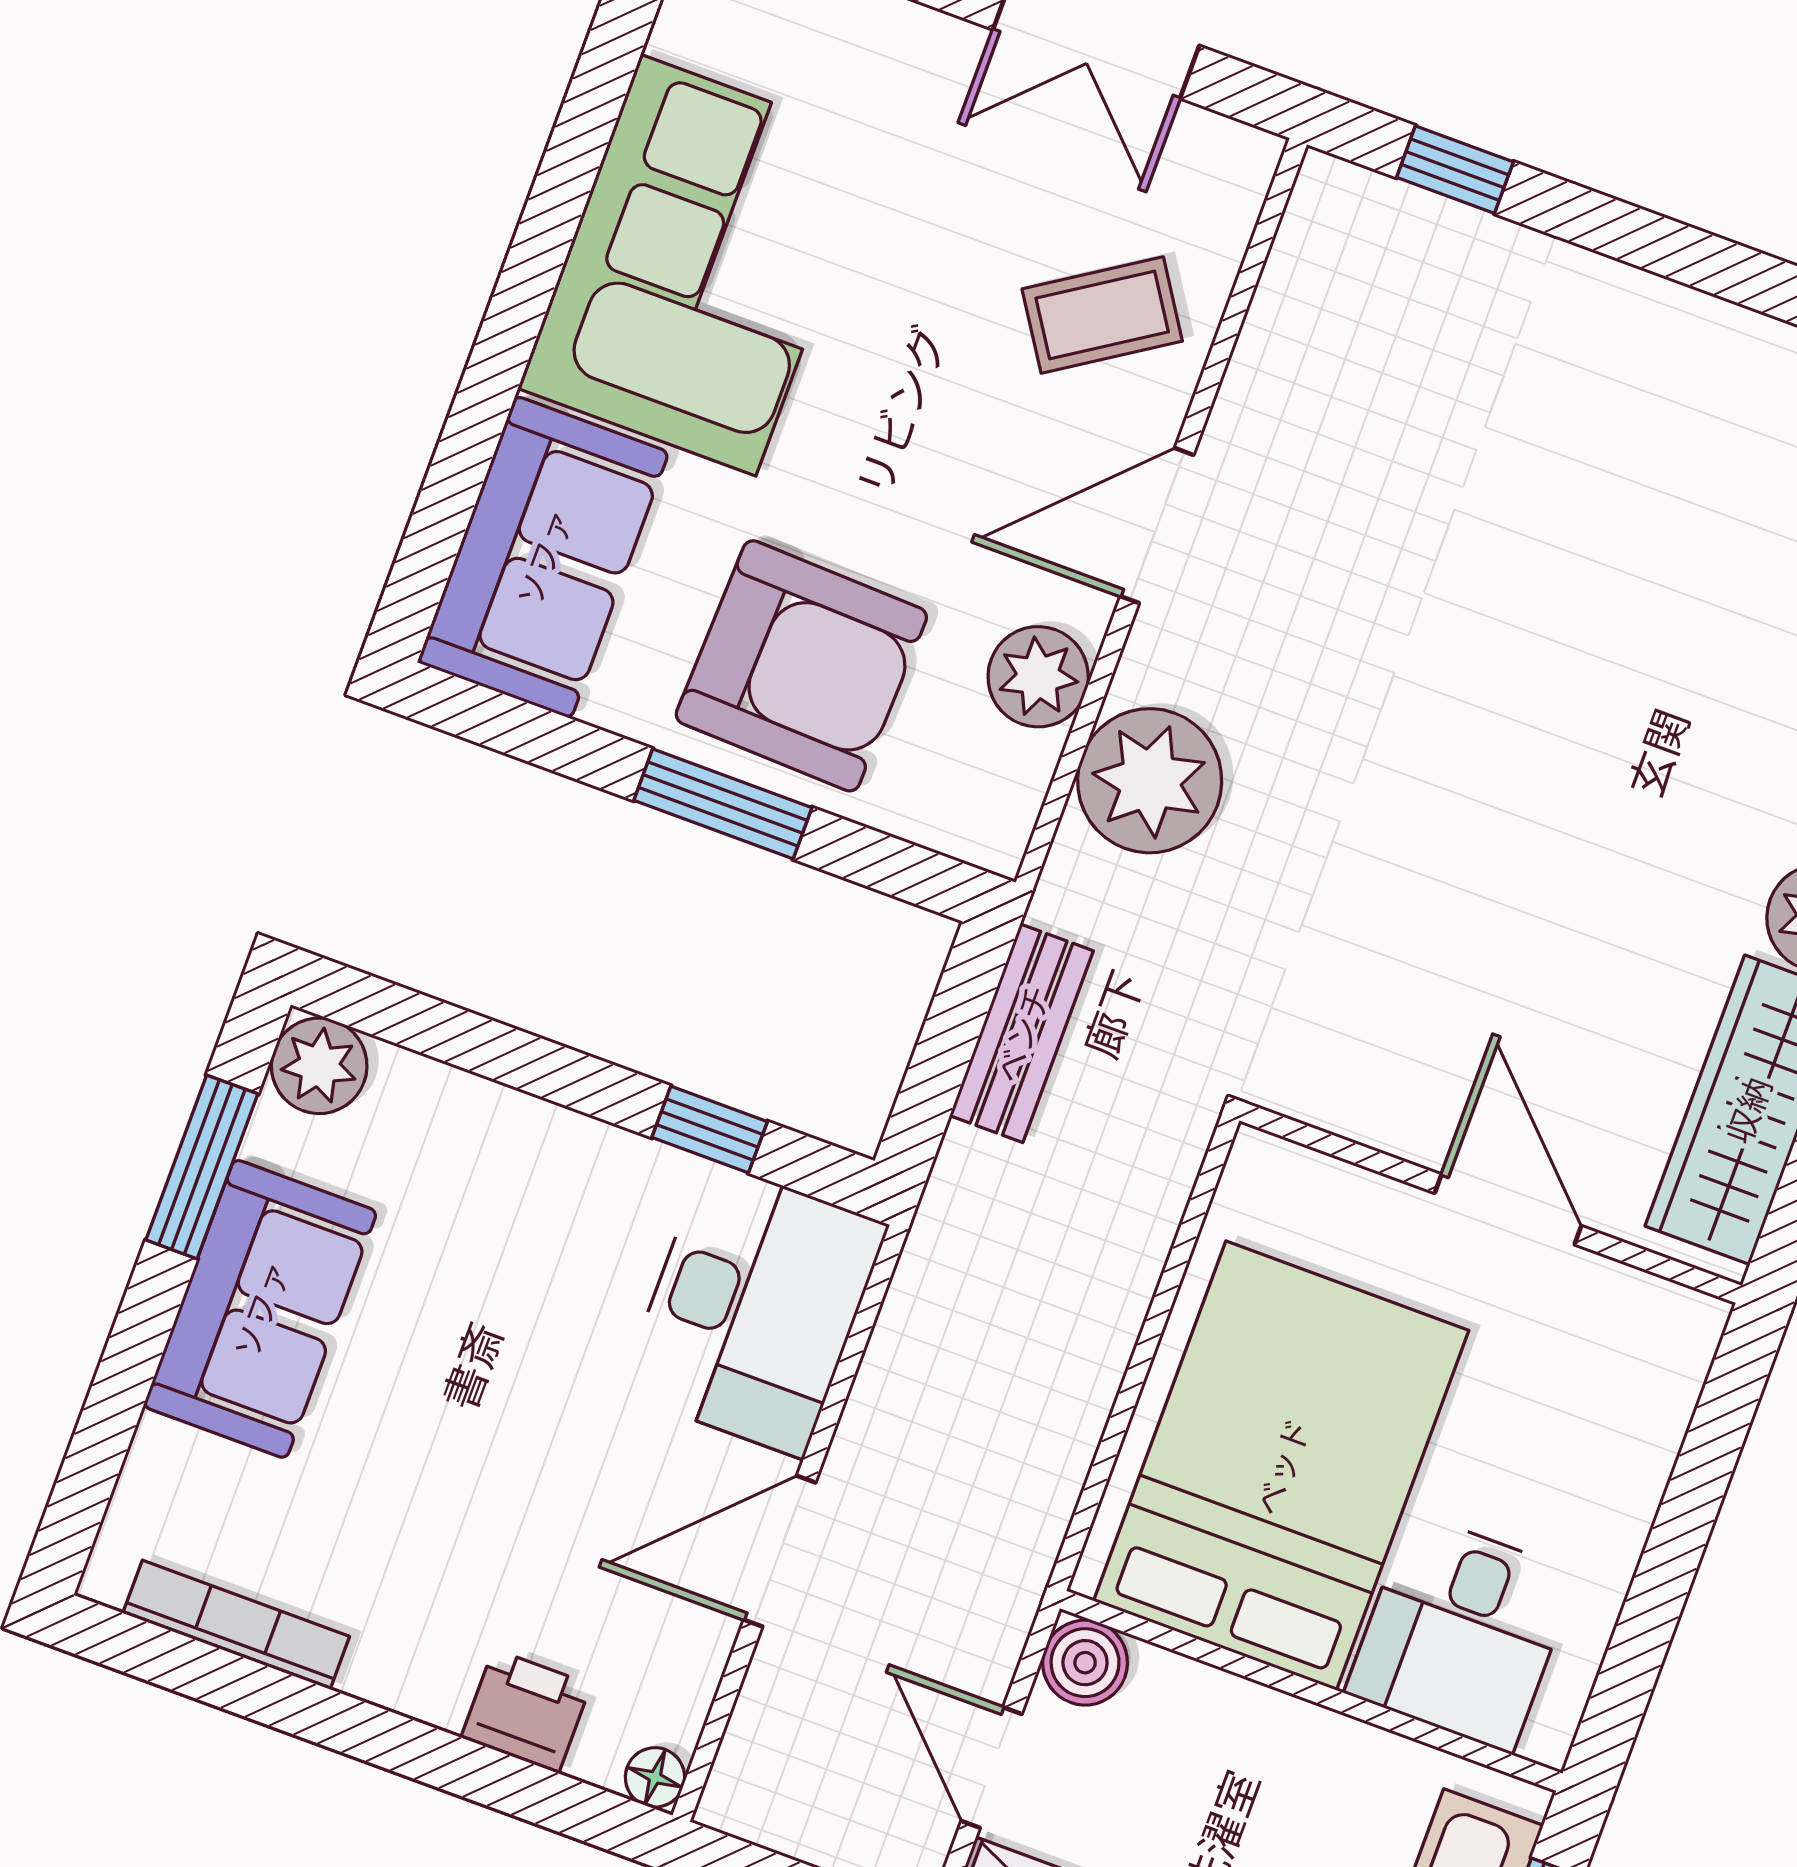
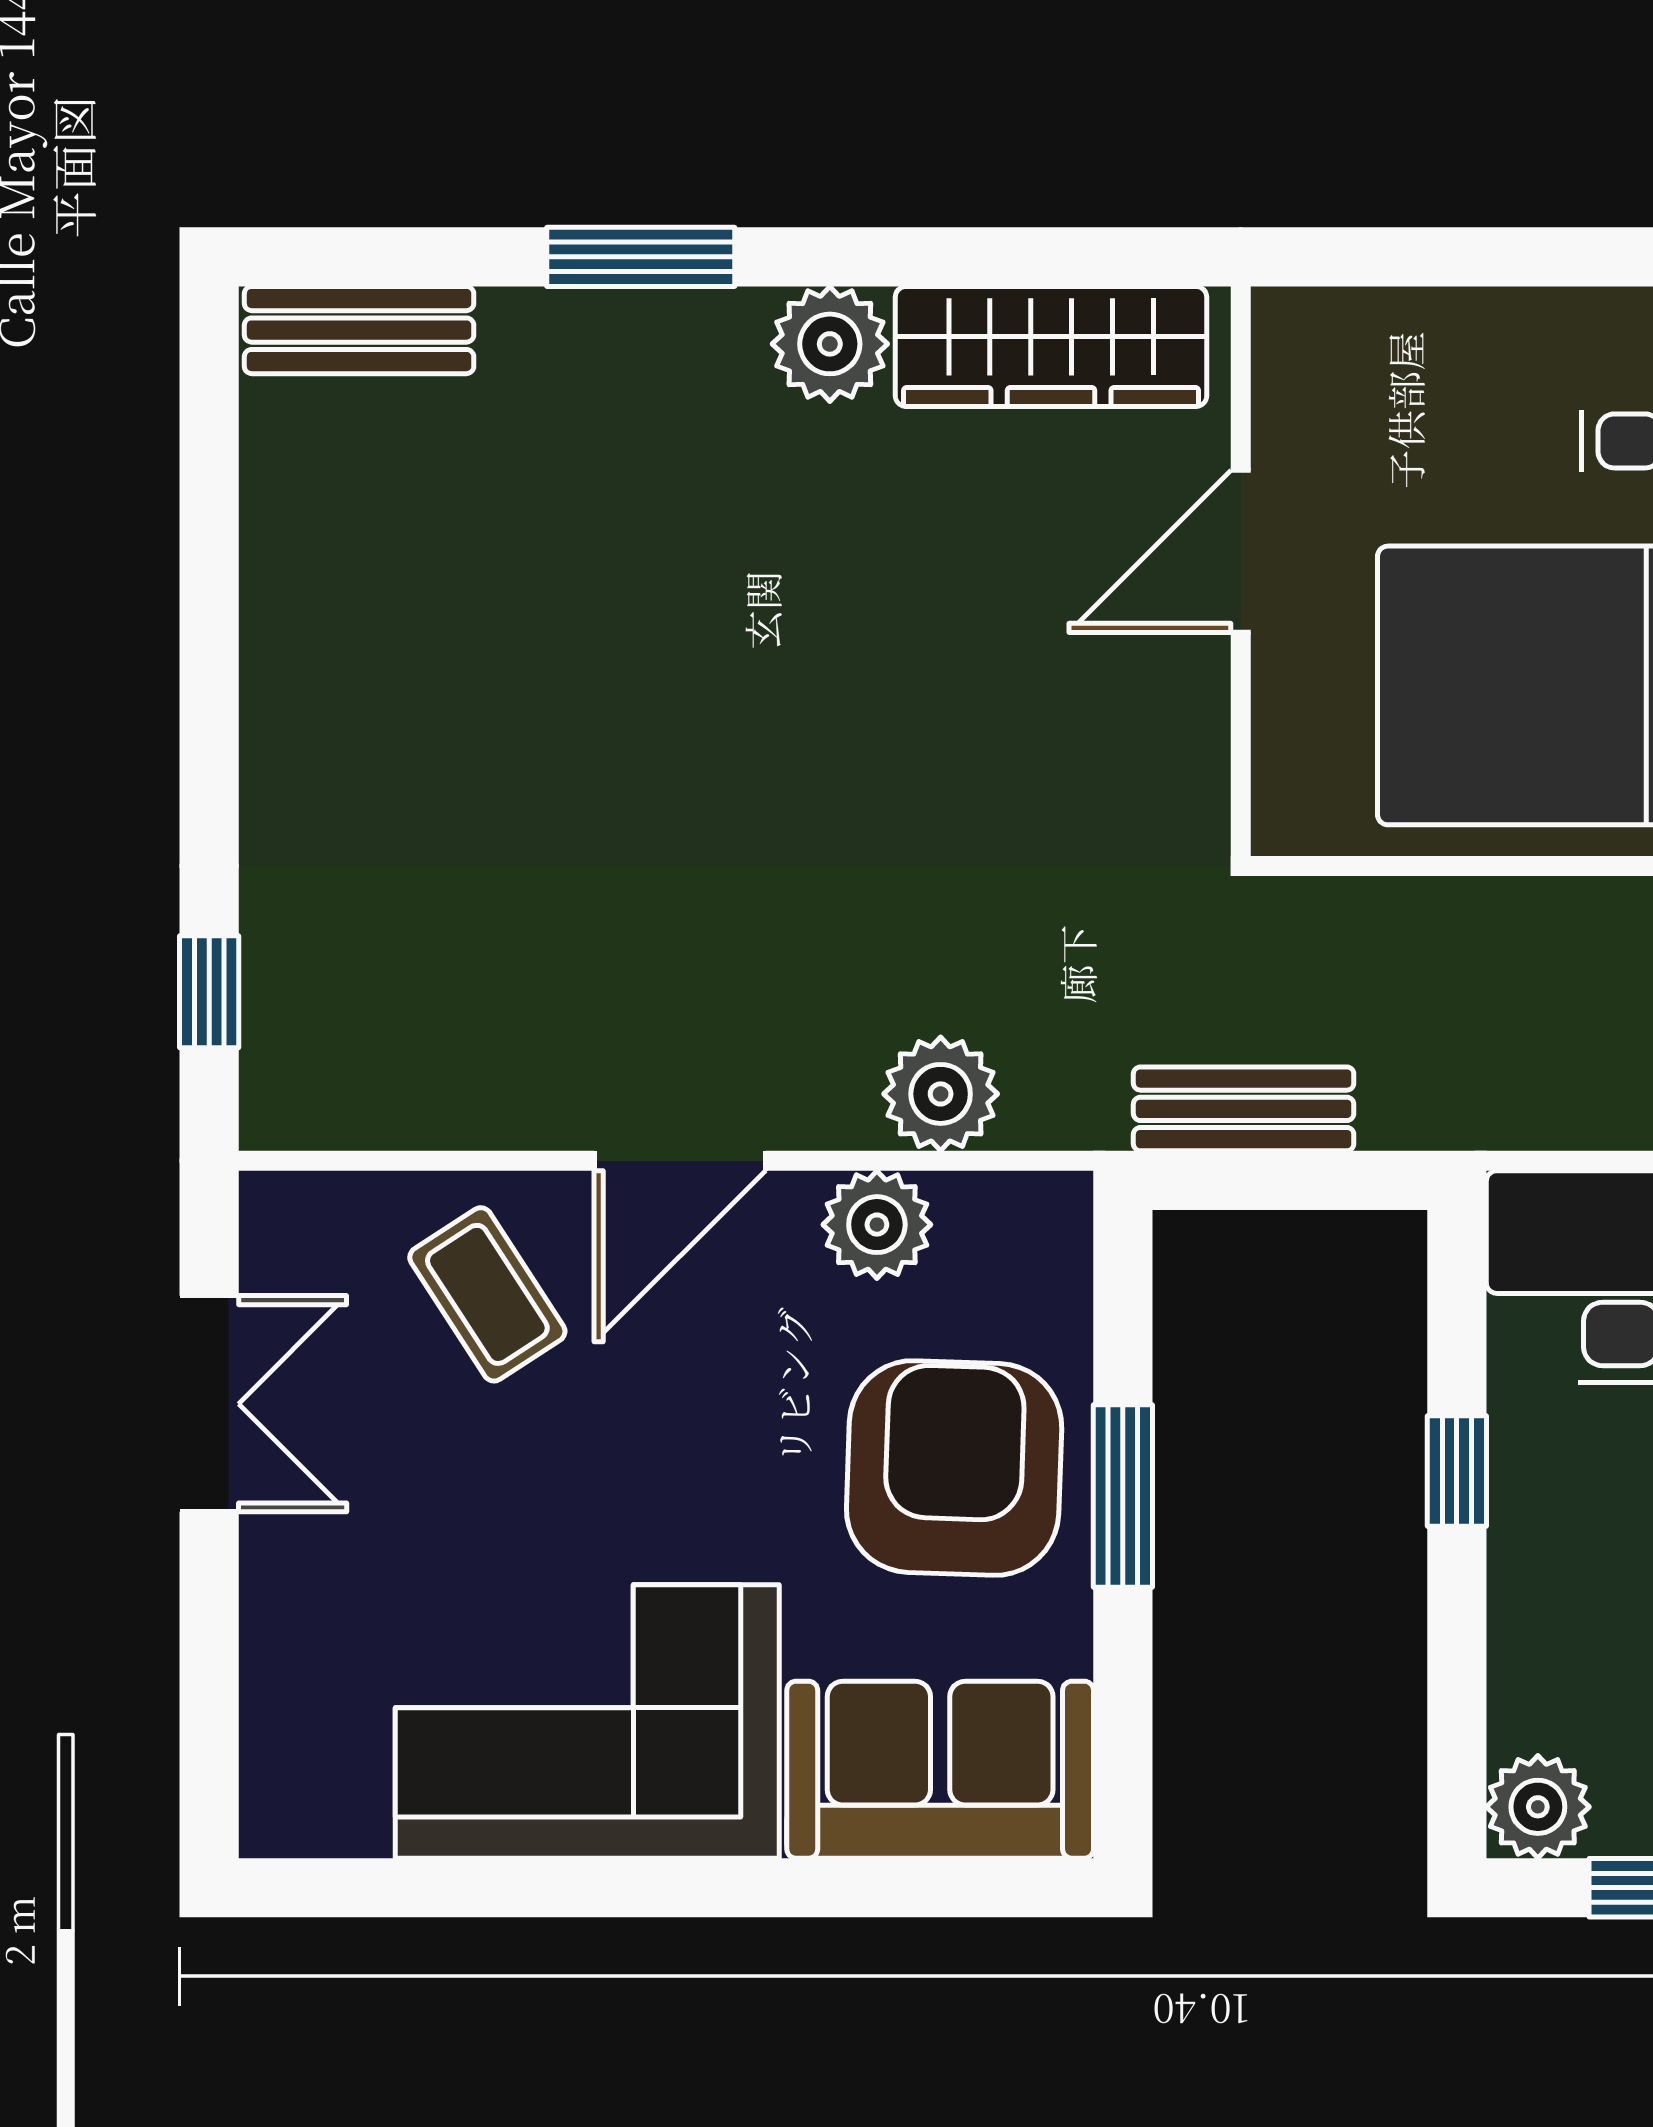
door: (1157, 526) -> (680, 1161), hinge flipped
plant: (1150, 781) -> (941, 1094), width x0.73, depth x0.73
window: (710, 1129) -> (1457, 1471), moved

